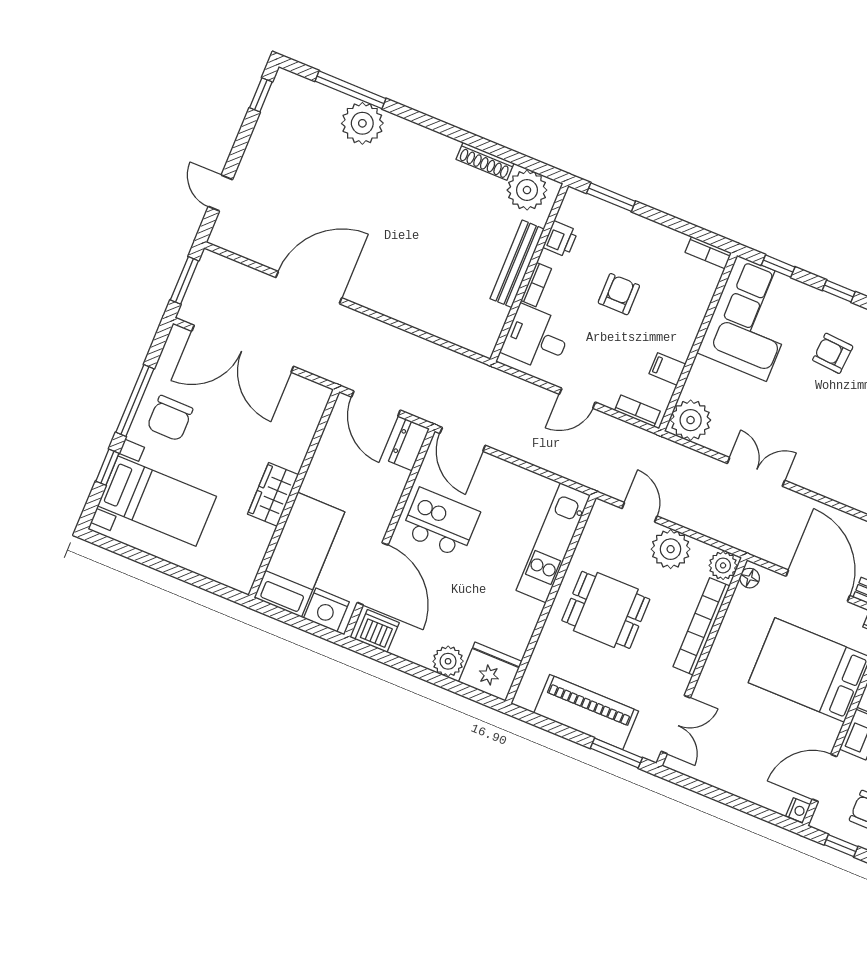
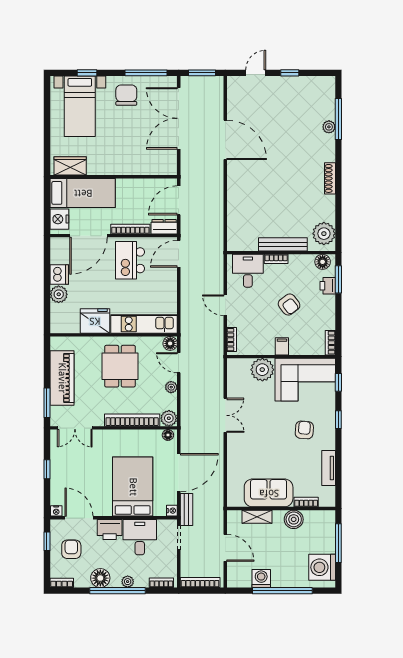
window: (261, 95) -> (290, 73), moved
plant: (362, 123) -> (329, 127), width x0.53, depth x0.53
shoe rack: (485, 161) -> (330, 178), moved
floor lamp: (572, 211) -> (323, 262), added
printer: (560, 239) -> (328, 286), moved, turned 90
armchair: (619, 294) -> (289, 305), turned 53
filing cabinet: (667, 369) -> (282, 346), moved
window: (135, 401) -> (146, 73), moved
chair: (170, 418) -> (126, 95), turned 90
plant: (691, 420) -> (262, 370), moved
wardrobe: (273, 494) -> (70, 166), moved
bookcase: (390, 501) -> (130, 229), added
door: (640, 512) -> (179, 363), swing flipped
floor lamp: (602, 513) -> (170, 343), added
kitchen island: (440, 523) -> (130, 260), turned 180
plant: (671, 549) -> (171, 387), width x0.53, depth x0.53
dishwasher: (377, 631) -> (59, 274), moved
fridge: (490, 672) -> (95, 321), moved, turned -90
window: (724, 797) -> (47, 469), added

